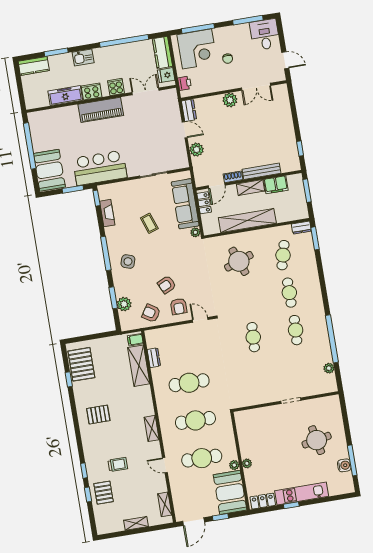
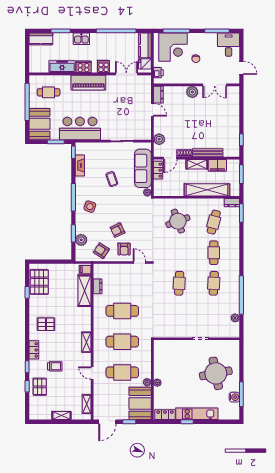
cafe table: (54, 130) -> (49, 92), added
plant: (197, 150) -> (159, 139), moved
shelving: (247, 220) -> (207, 190), moved
round table: (317, 440) -> (216, 373), width x1.36, depth x1.36
locker: (89, 449) -> (34, 350), added

